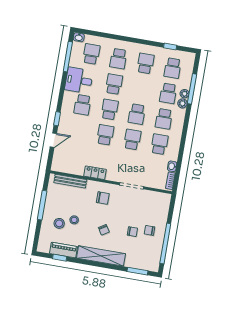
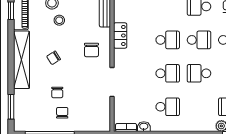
school desk: (164, 119) -> (199, 107), removed

